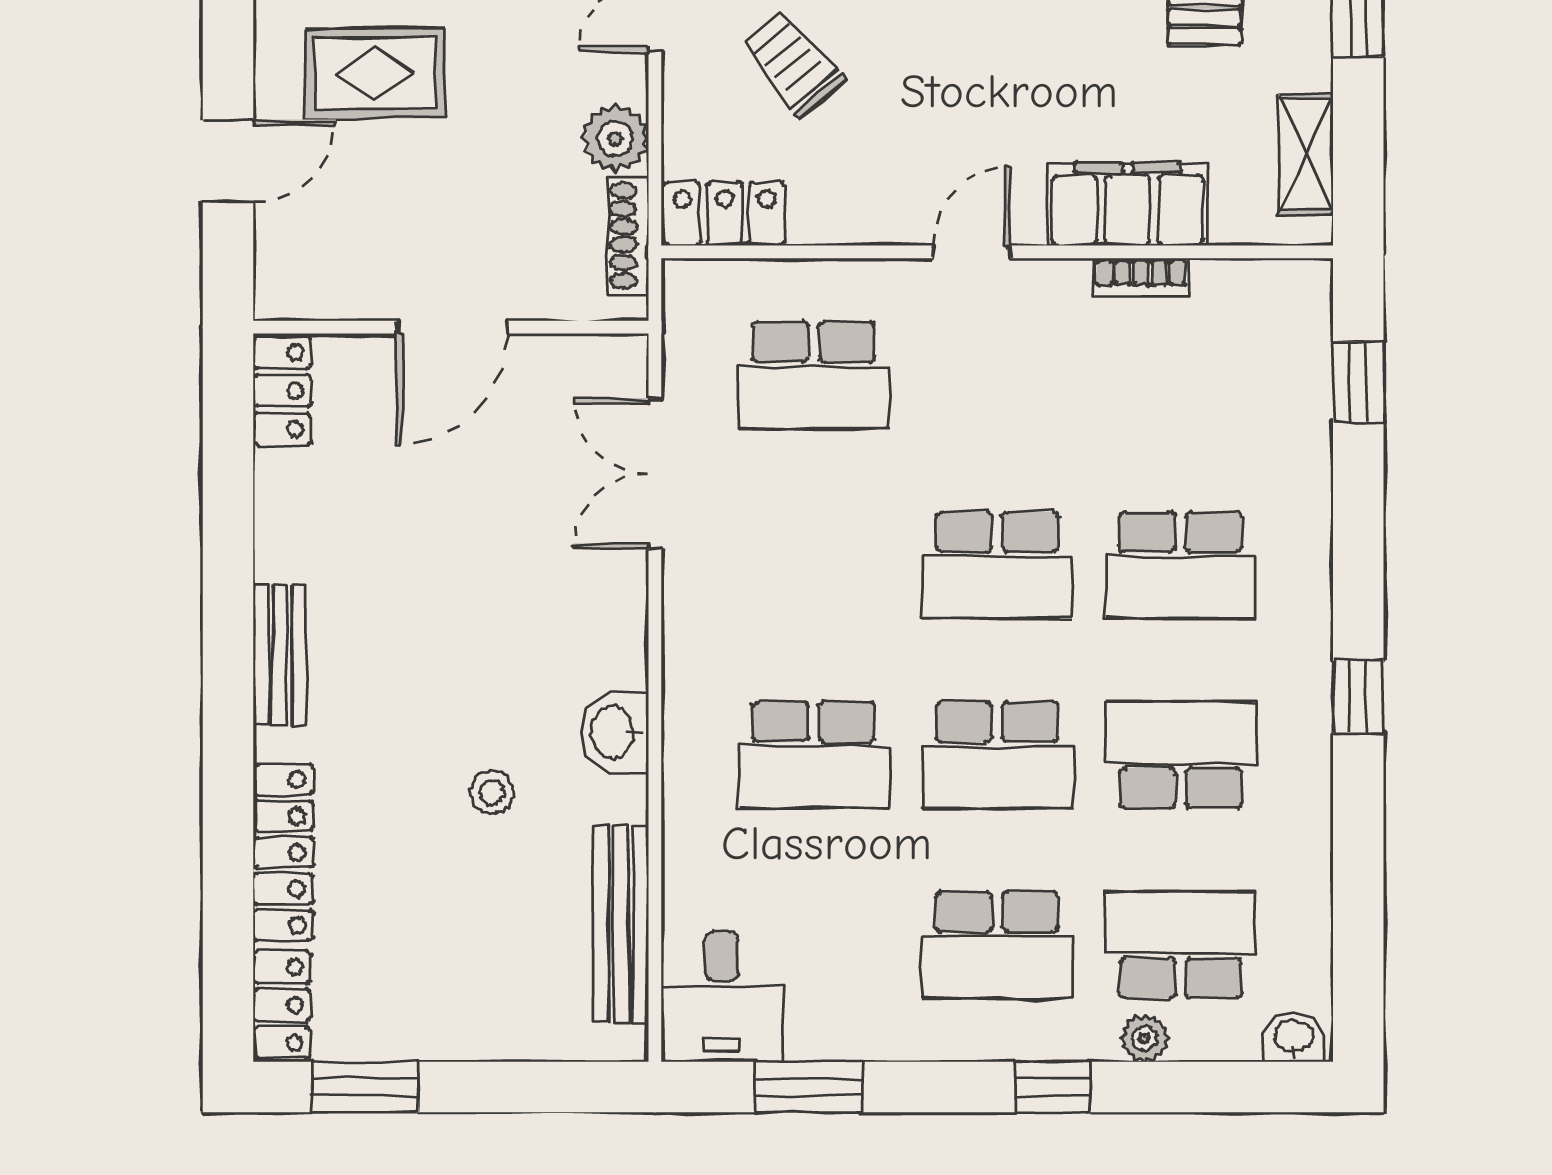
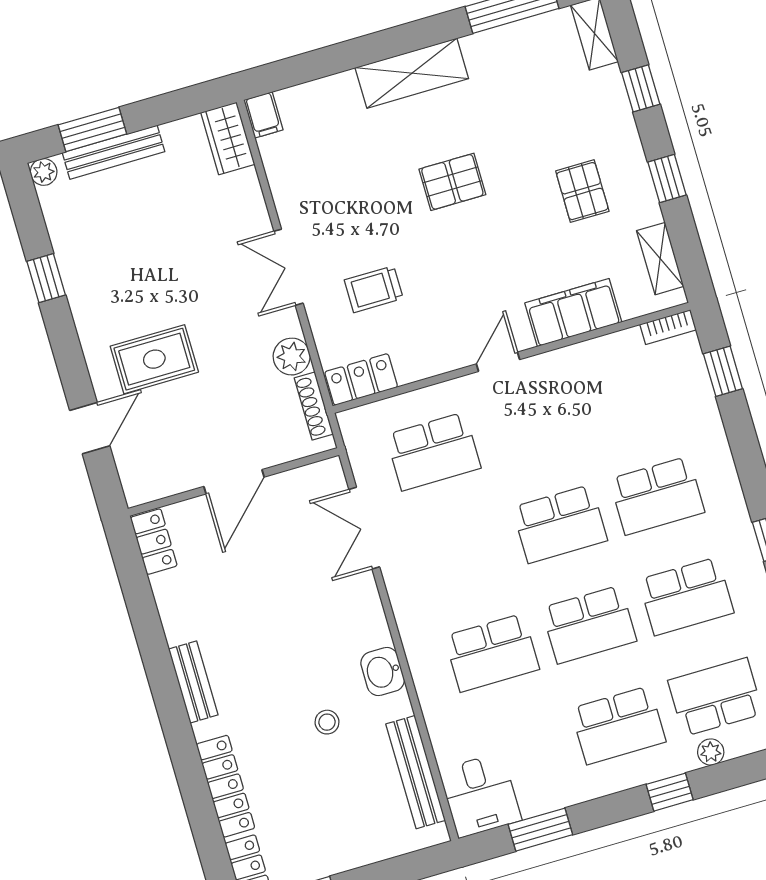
trolley: (792, 63) -> (374, 289), turned -50
bookcase: (1141, 277) -> (668, 327), moved
school desk: (1181, 755) -> (686, 596), turned 180

